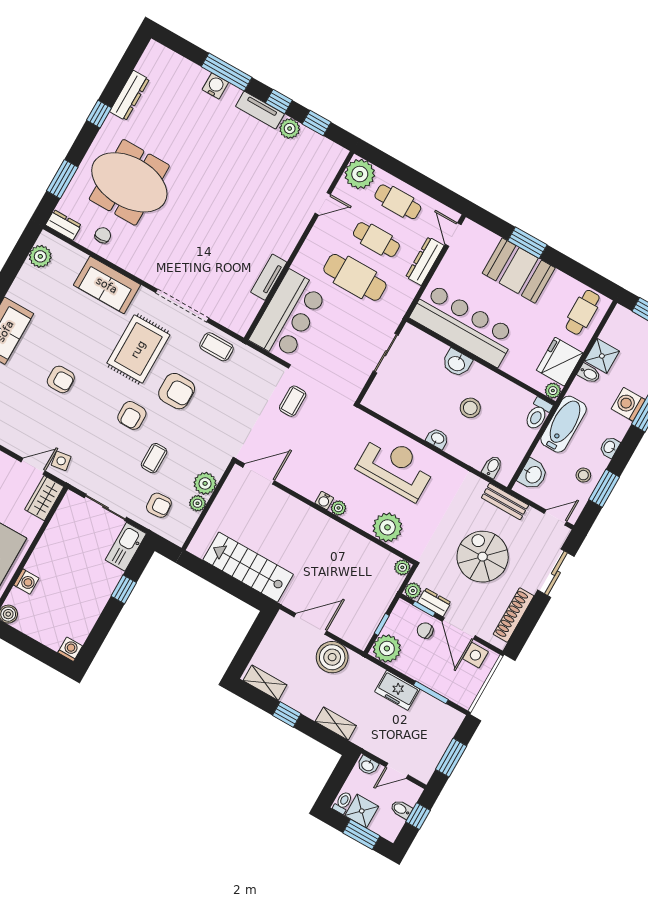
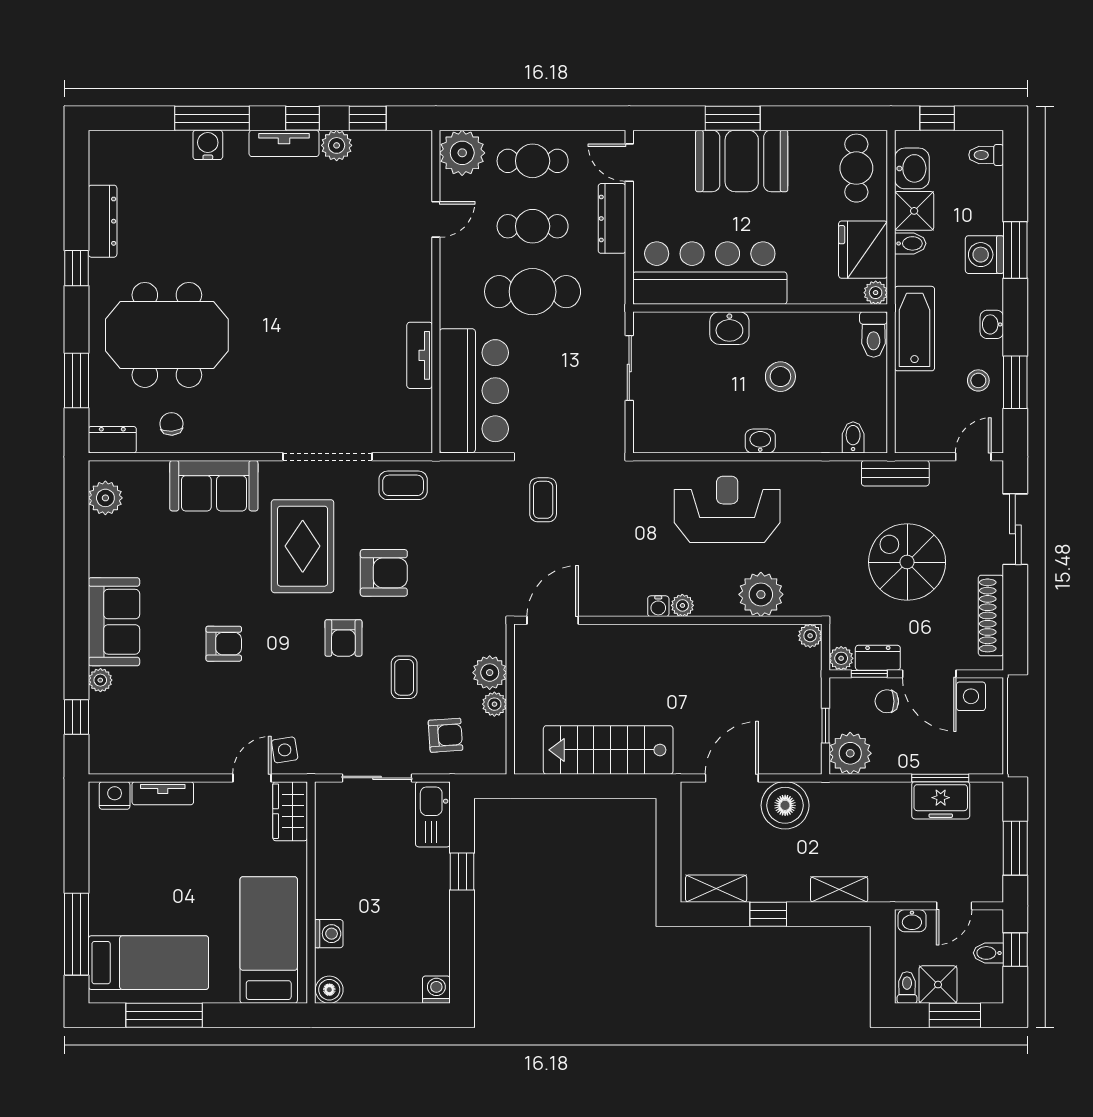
washbasin: (533, 474) -> (912, 168), moved
freezer: (397, 690) -> (941, 800), moved

